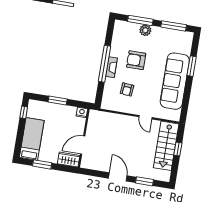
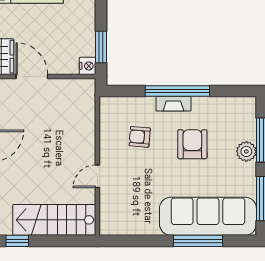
window: (192, 66) -> (198, 241), width x1.44
sofa: (175, 81) -> (208, 216), moved
window: (58, 101) -> (101, 47), moved
window: (178, 149) -> (17, 241), moved

